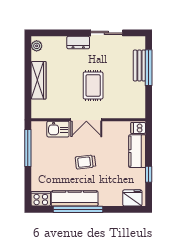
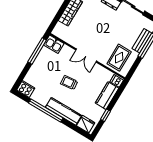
rug: (93, 85) -> (119, 58), moved
kitchen sink: (58, 129) -> (54, 44), moved
kitchen counter: (75, 198) -> (63, 111), moved

